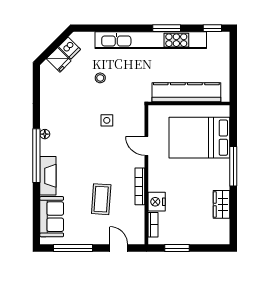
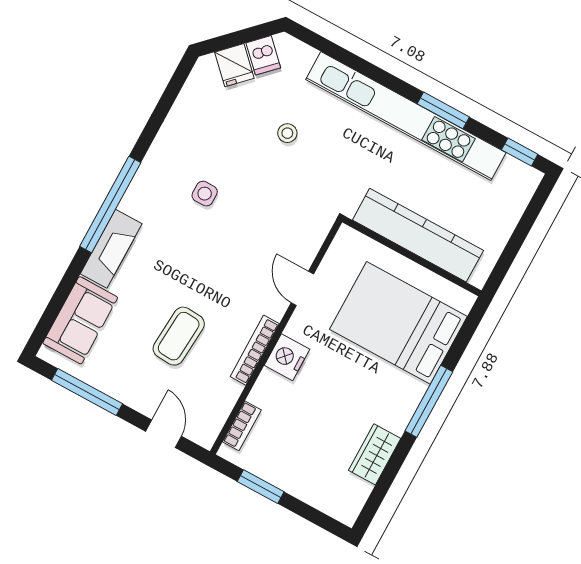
side table: (107, 120) -> (205, 194), moved
floor lamp: (45, 134) -> (144, 176), removed
nightstand: (157, 202) -> (287, 357), moved

